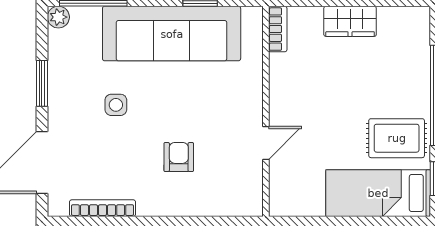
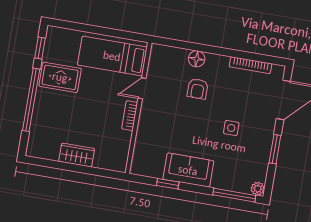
bookcase: (278, 29) -> (130, 116), moved
sofa: (172, 34) -> (188, 170), width x0.54, depth x0.79
bed: (378, 193) -> (112, 56), moved, turned 180
floor lamp: (188, 204) -> (197, 59), added

